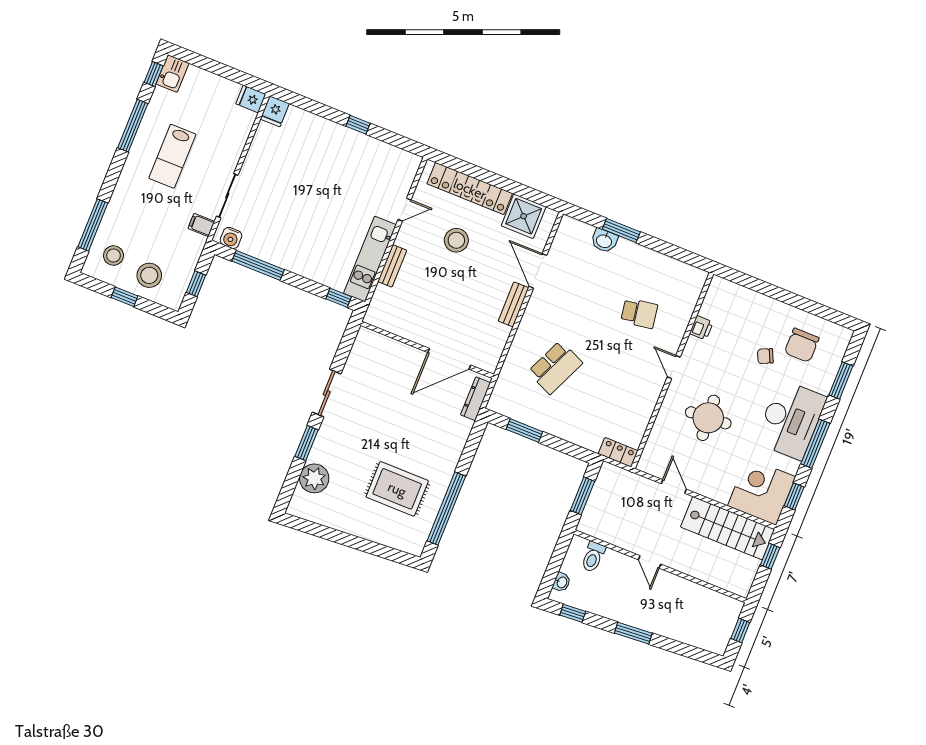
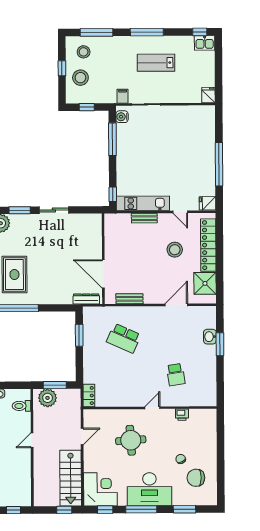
fridge: (275, 111) -> (207, 203), moved
window: (358, 125) -> (219, 164), width x3.17
window: (133, 126) -> (147, 32), moved
bench: (514, 304) -> (129, 299), moved
plant: (597, 514) -> (48, 398), added

